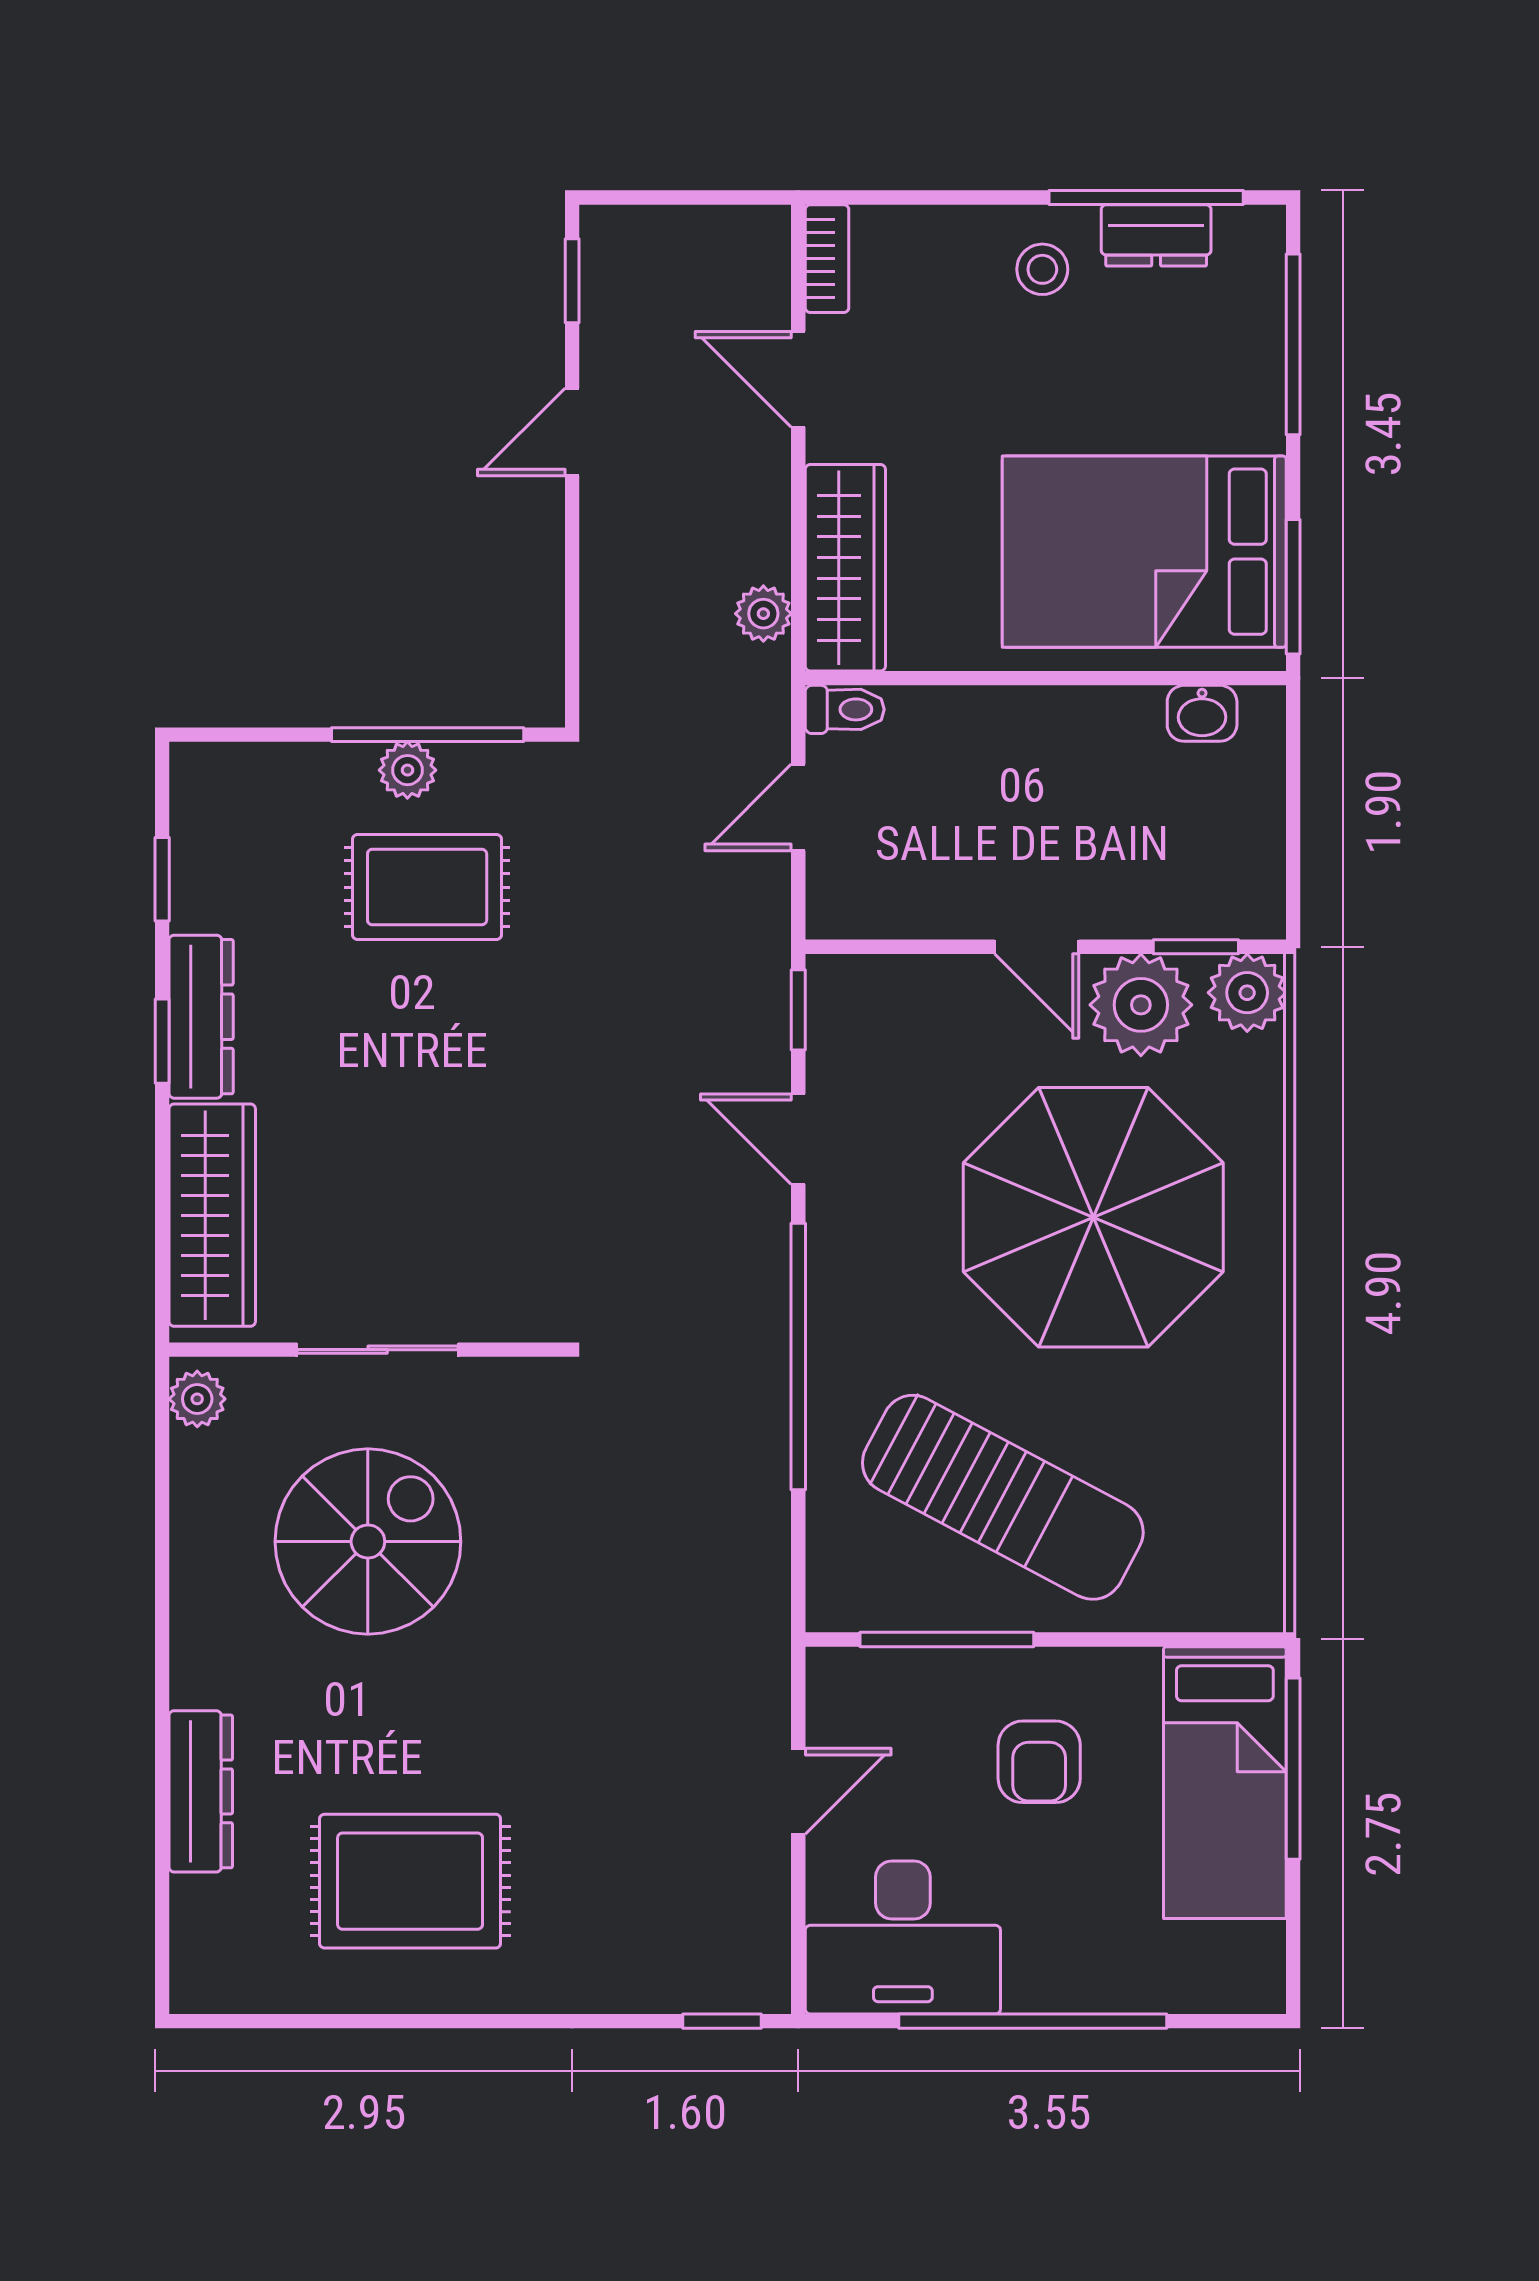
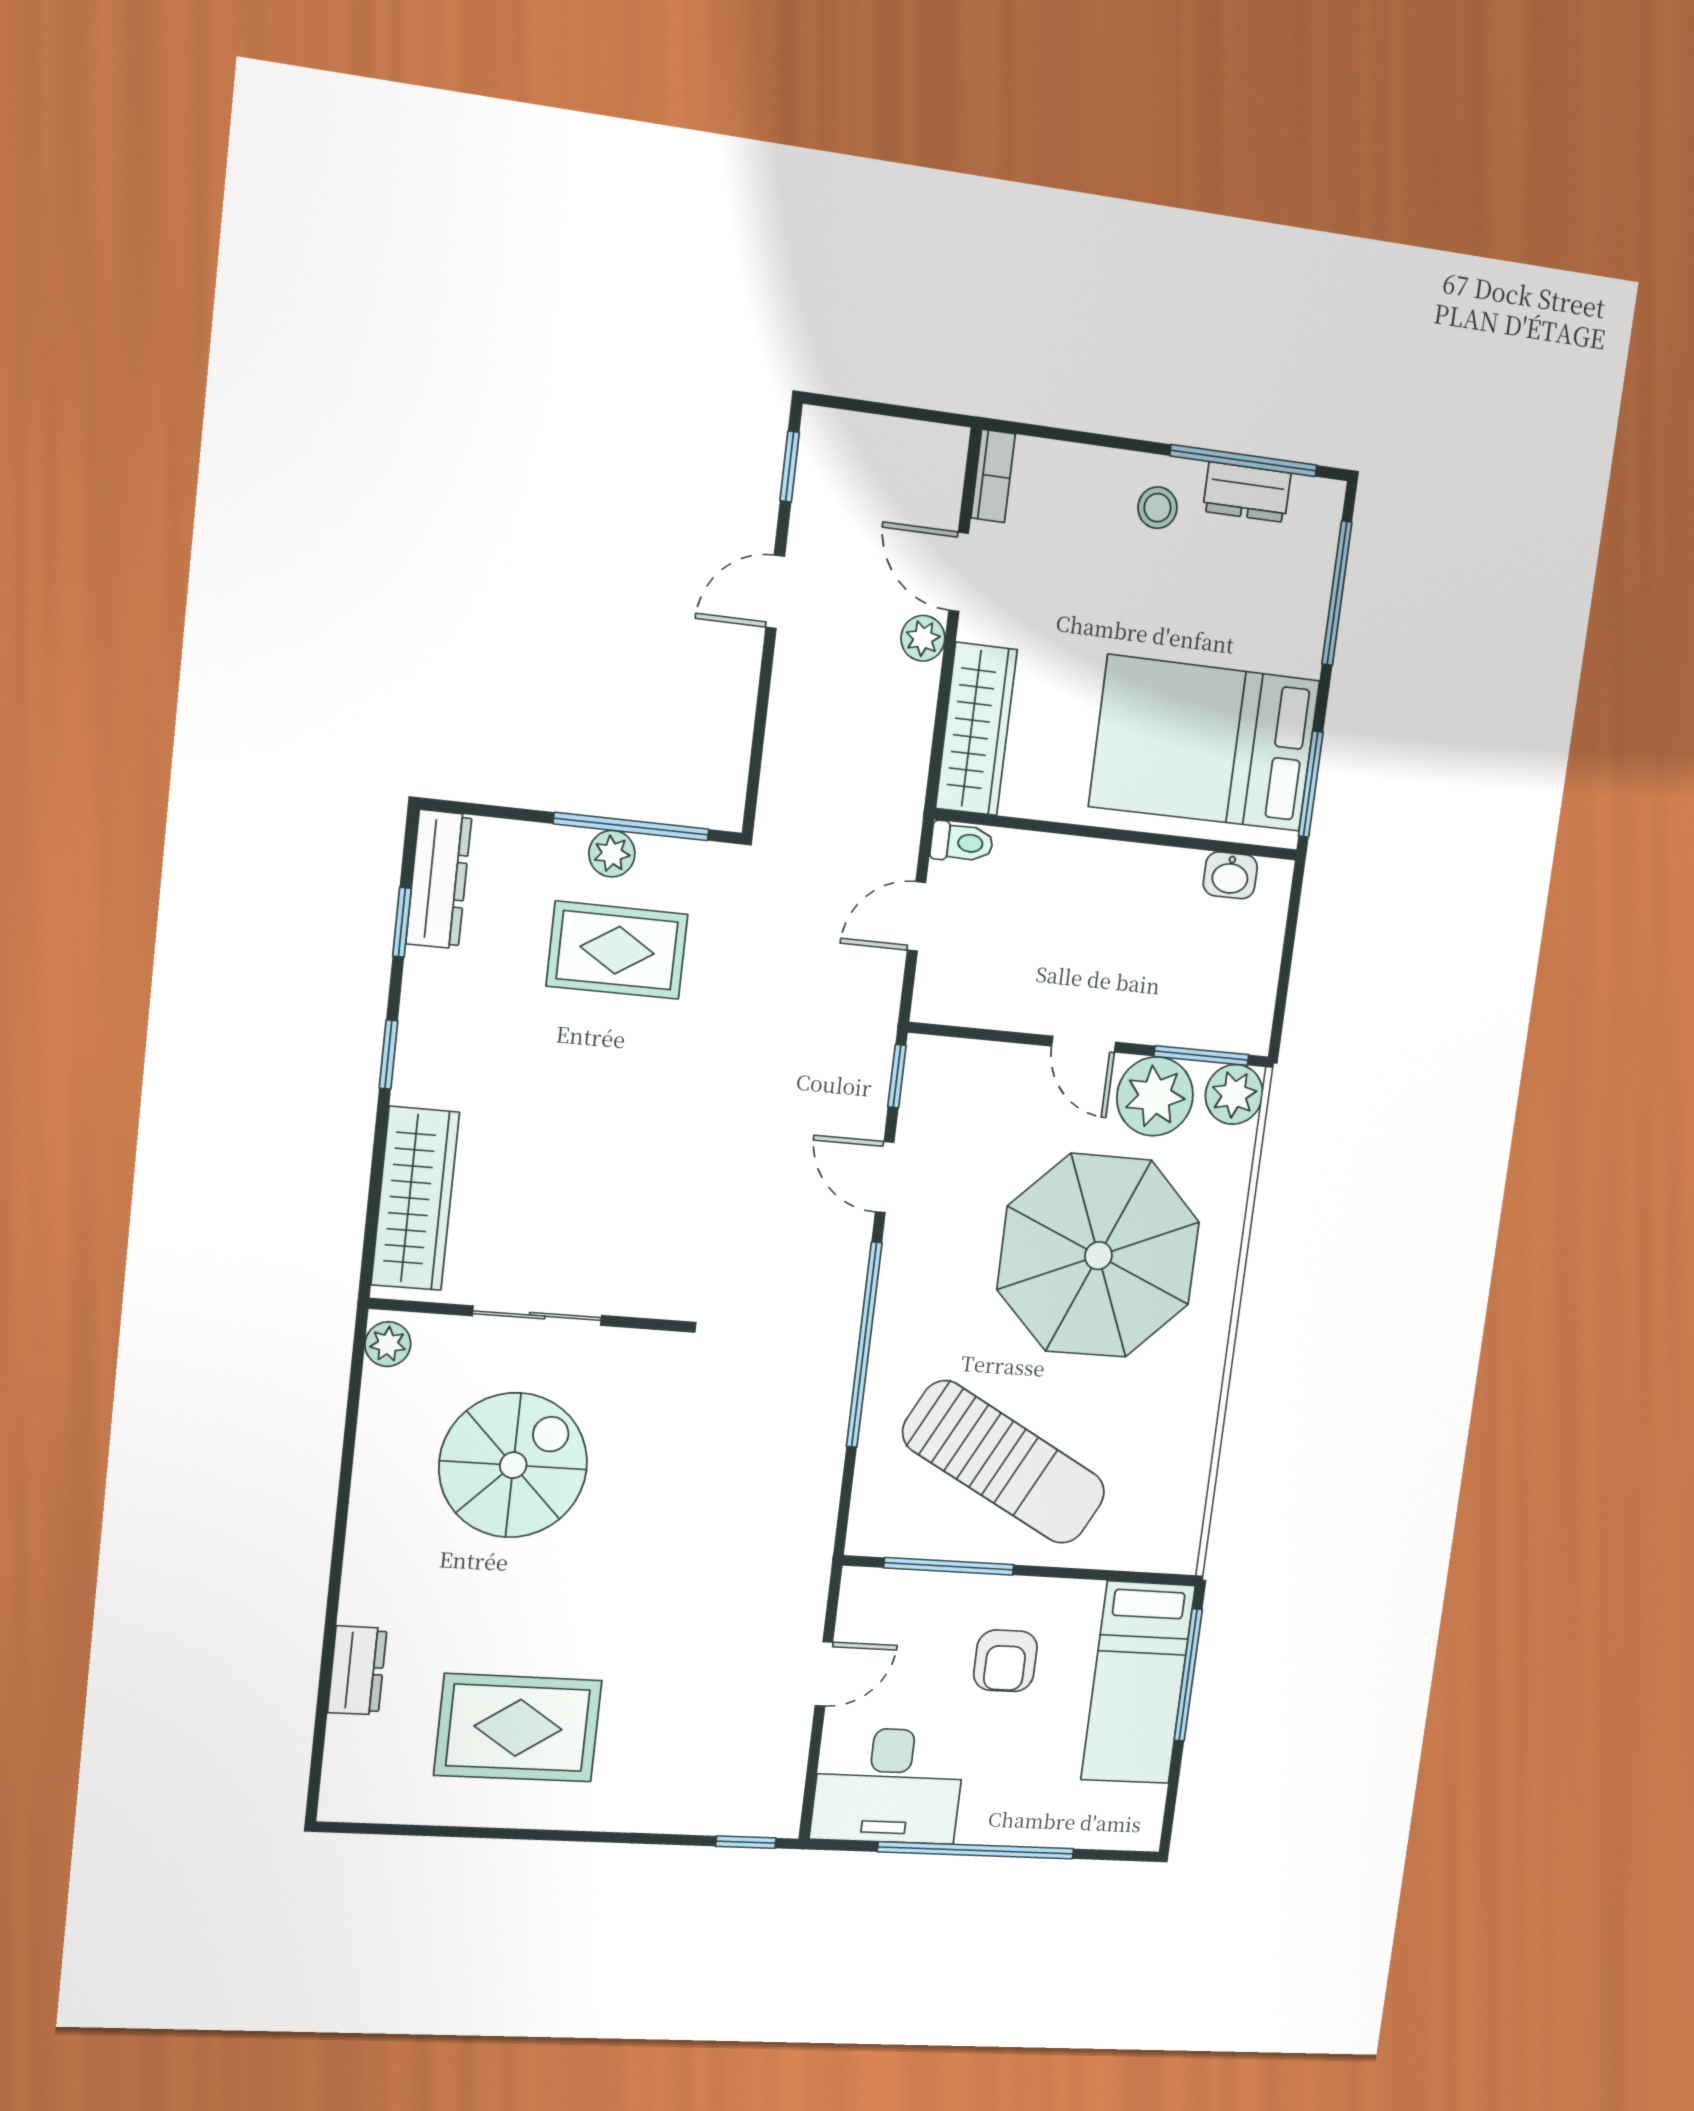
plant: (763, 614) -> (923, 638), moved
window: (1196, 947) -> (1201, 1056), width x1.50
dresser: (201, 1017) -> (439, 879), moved
dresser: (201, 1791) -> (357, 1670), width x0.70

